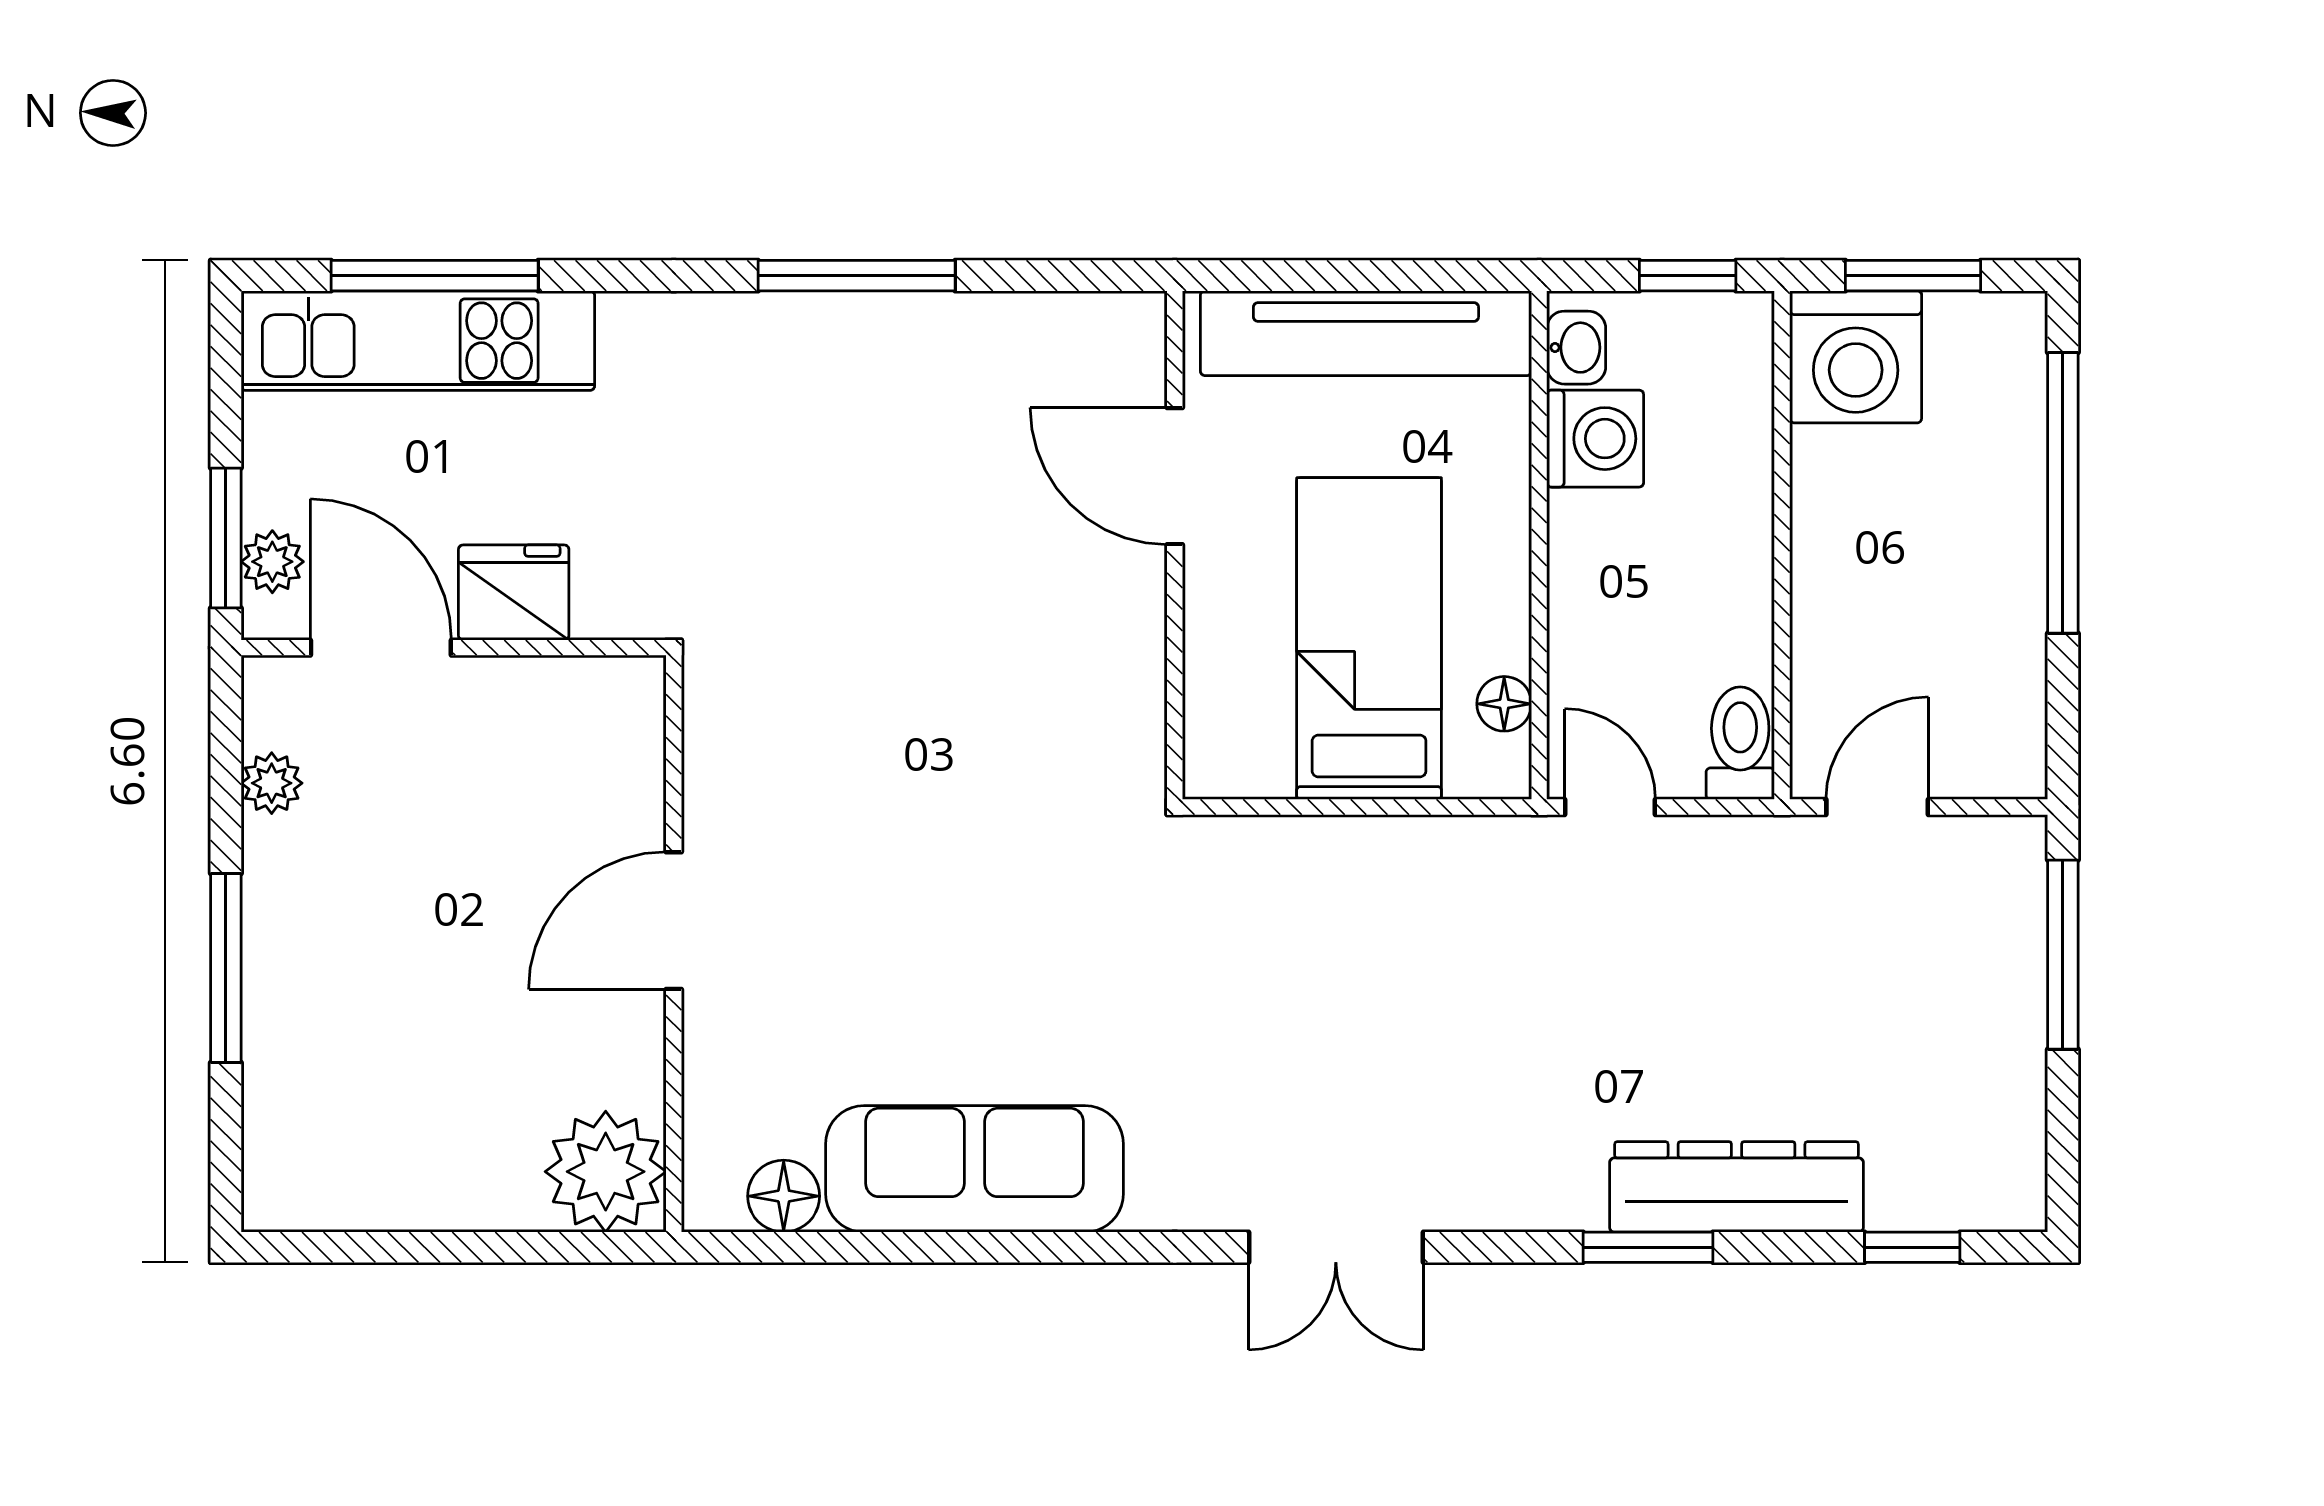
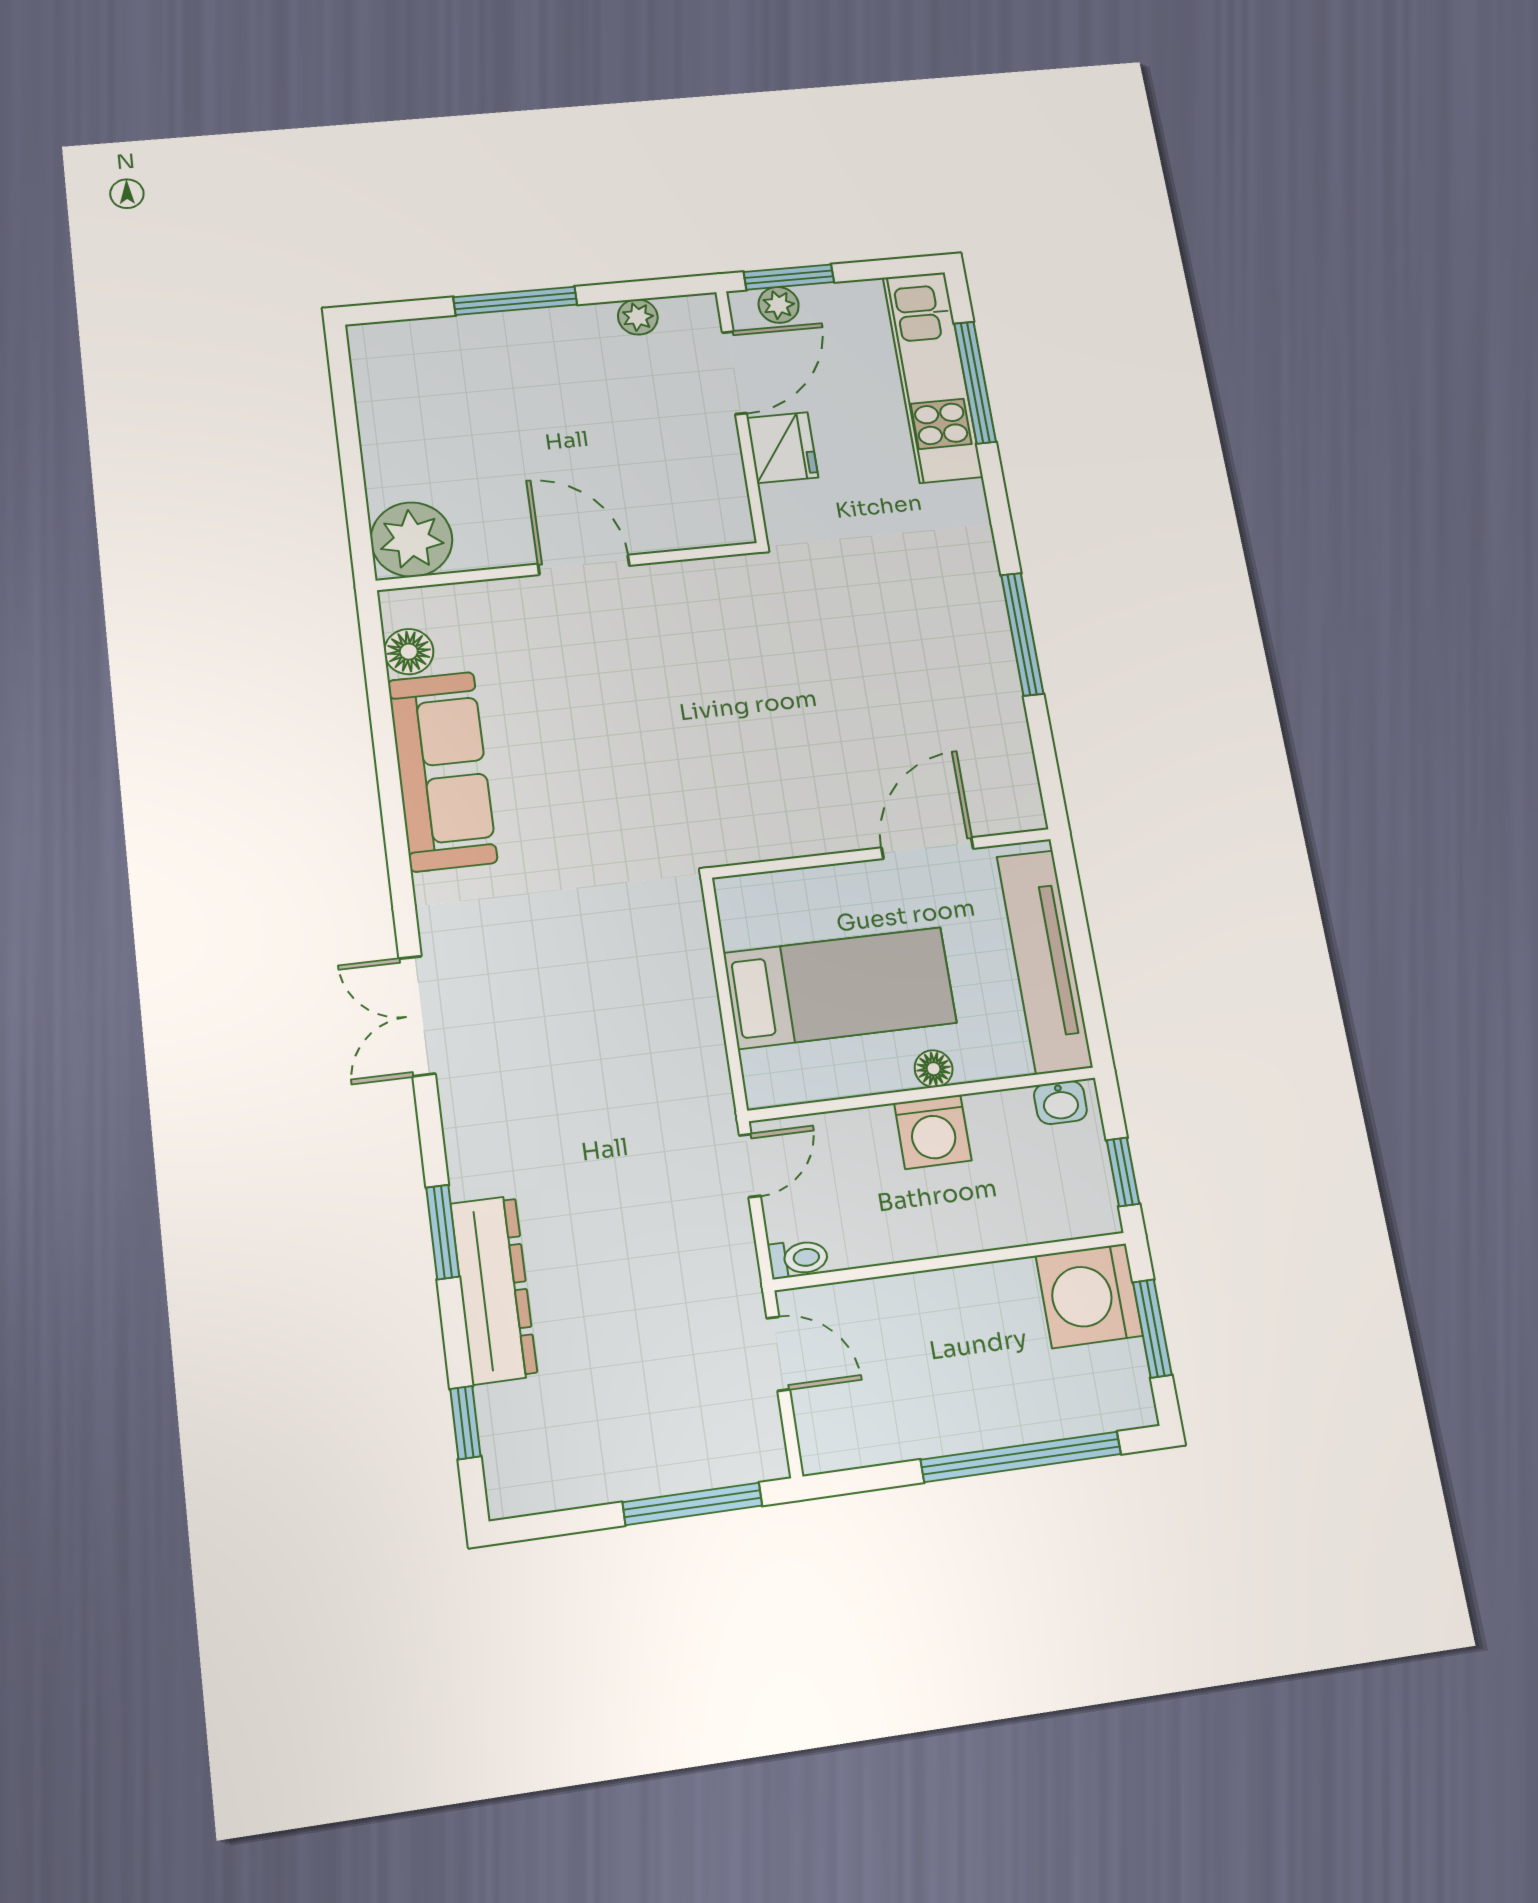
washing machine: (1595, 439) -> (933, 1132), moved
floor lamp: (1504, 704) -> (934, 1069), moved
toilet: (1740, 743) -> (798, 1258), width x0.73, depth x0.72

